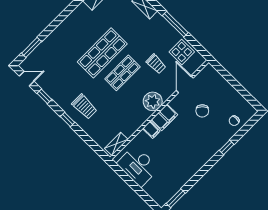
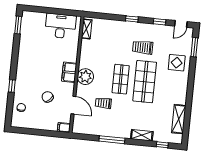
display table: (182, 52) -> (177, 63), moved
trolley: (84, 107) -> (143, 47), moved
filing cabinet: (151, 130) -> (64, 128), moved

